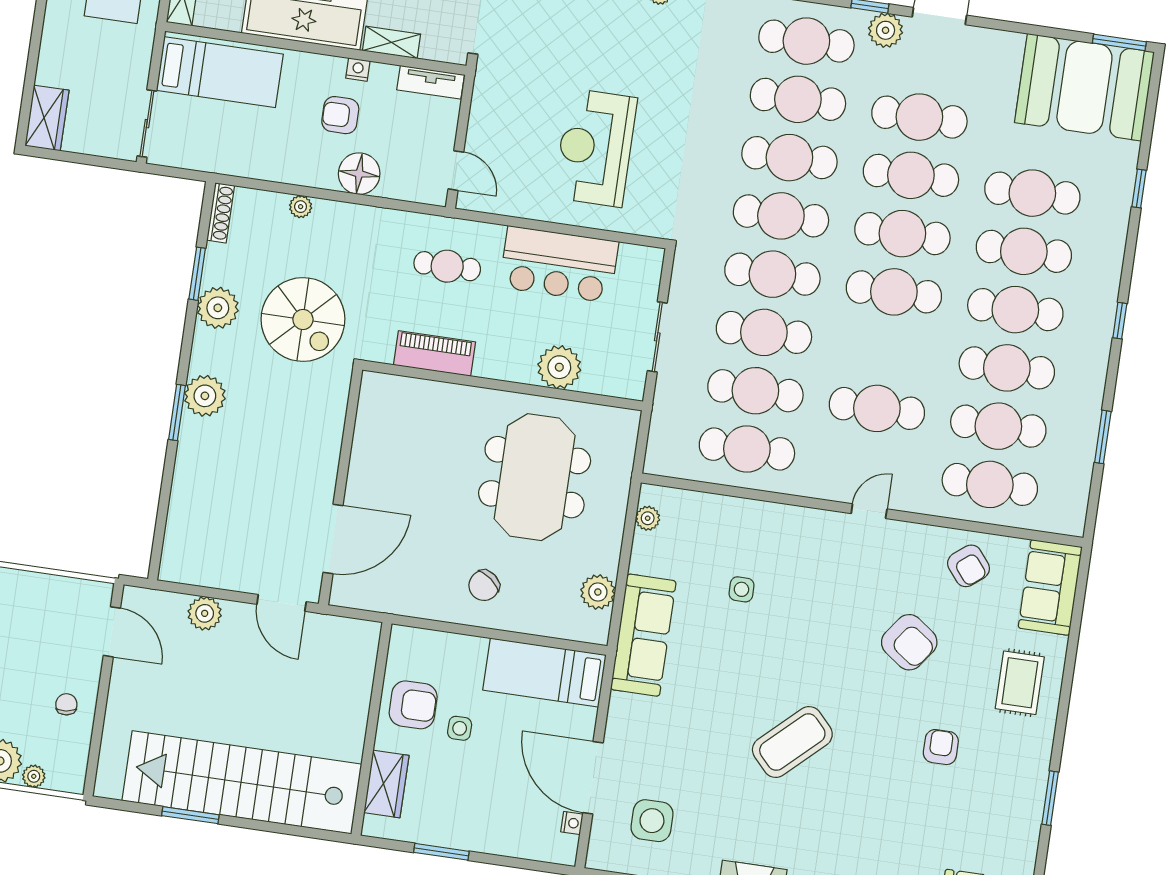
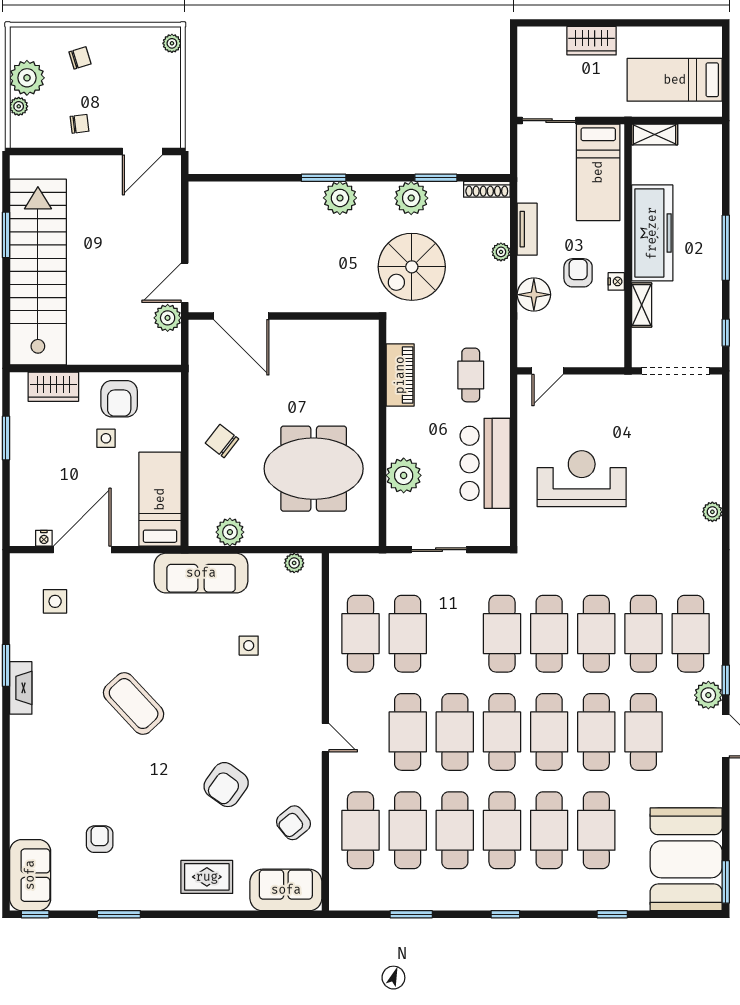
tv unit: (431, 82) -> (527, 229), moved, turned 180
wardrobe: (47, 118) -> (592, 41), moved
cafe table: (764, 332) -> (455, 732), moved
plant: (205, 613) -> (168, 318), moved
armchair: (941, 747) -> (100, 839), moved, turned -90
side table: (652, 821) -> (55, 601), width x0.73, depth x0.73

